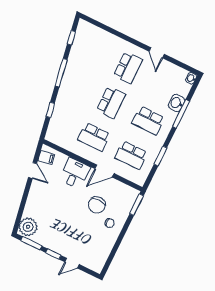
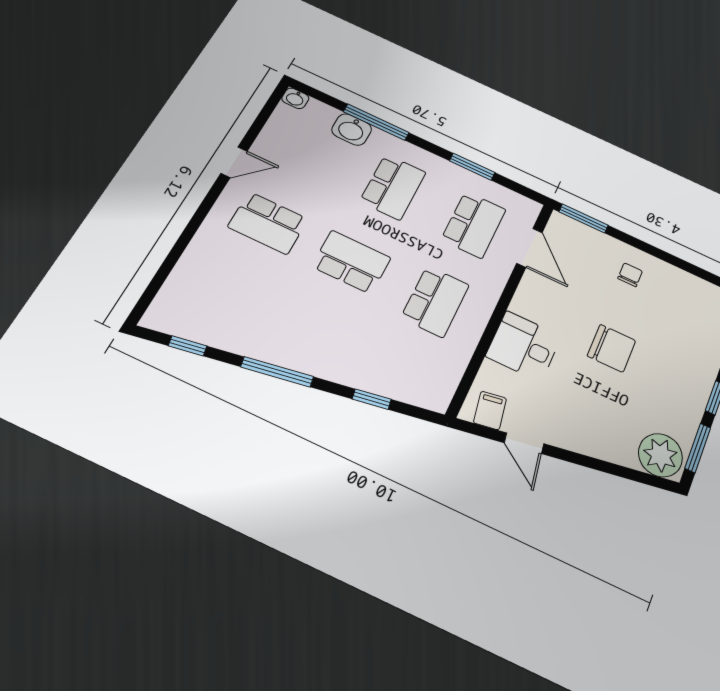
school desk: (128, 68) -> (268, 223), turned 180
door: (33, 170) -> (524, 443), swing flipped
door: (104, 171) -> (529, 248), moved
chair: (97, 205) -> (612, 348), moved

